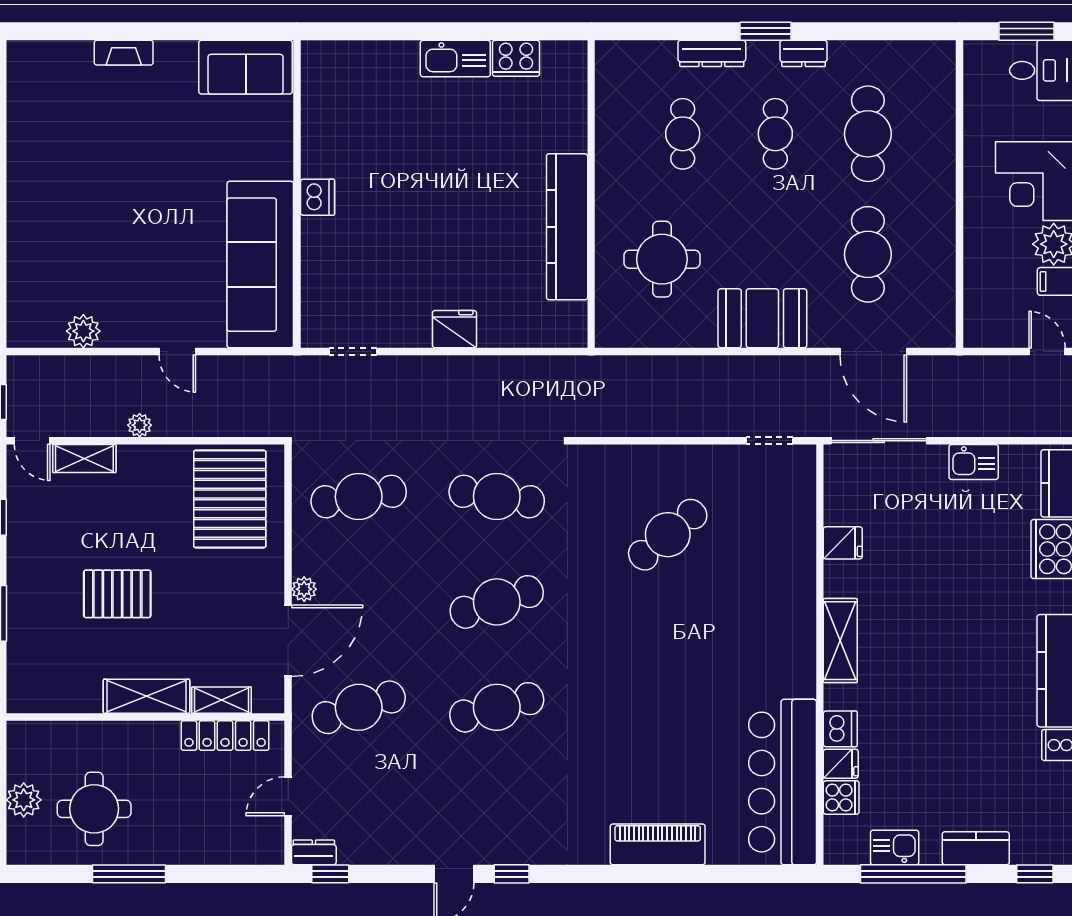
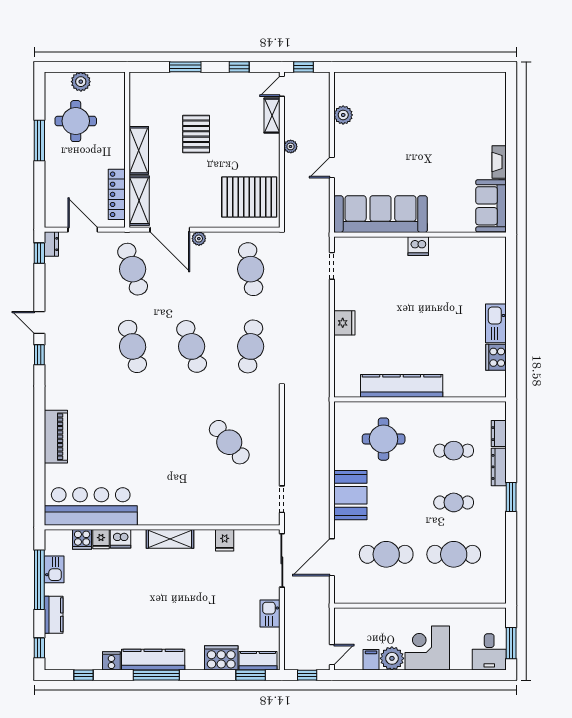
fireplace: (124, 53) -> (499, 162), moved
dresser: (803, 53) -> (499, 434), moved
shelving: (221, 700) -> (139, 201), width x1.50, depth x1.33
door: (288, 796) -> (83, 230), width x1.38

